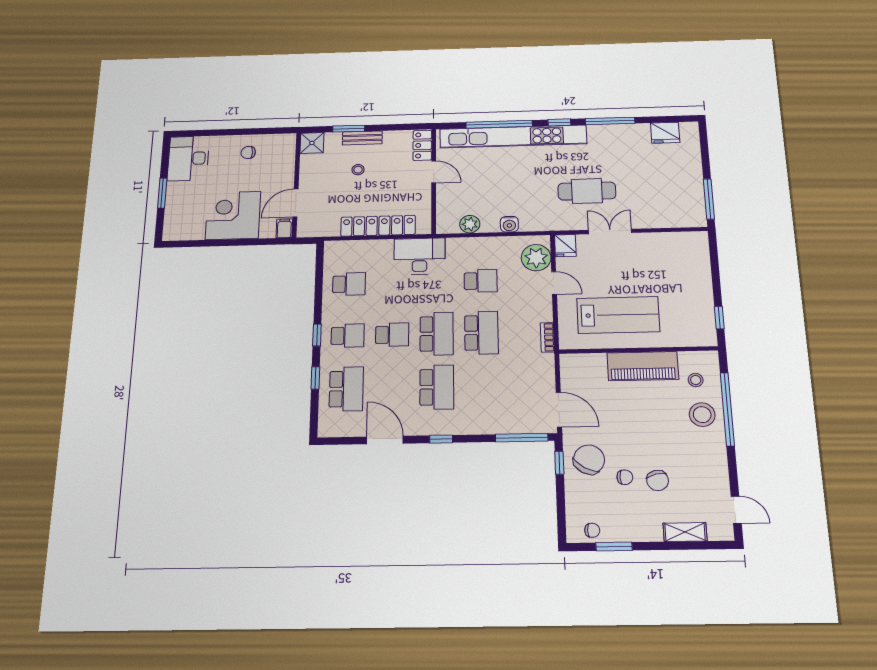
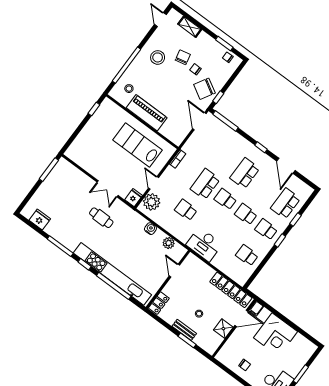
shower: (312, 143) -> (223, 329), moved
door: (434, 172) -> (174, 271), moved
cafe table: (587, 191) -> (101, 218), width x0.73, depth x0.74
locker: (378, 226) -> (231, 290), moved
school desk: (437, 334) -> (225, 199), width x0.54
stool: (702, 415) -> (158, 57), moved

